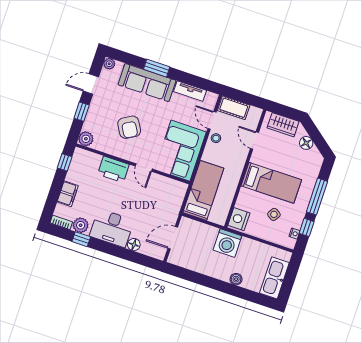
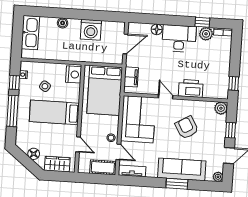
tv unit: (190, 91) -> (132, 171), moved
bed: (203, 190) -> (105, 90), width x1.50
filing cabinet: (68, 194) -> (131, 77), moved, turned 180
washing machine: (227, 243) -> (91, 30), moved, turned 180

